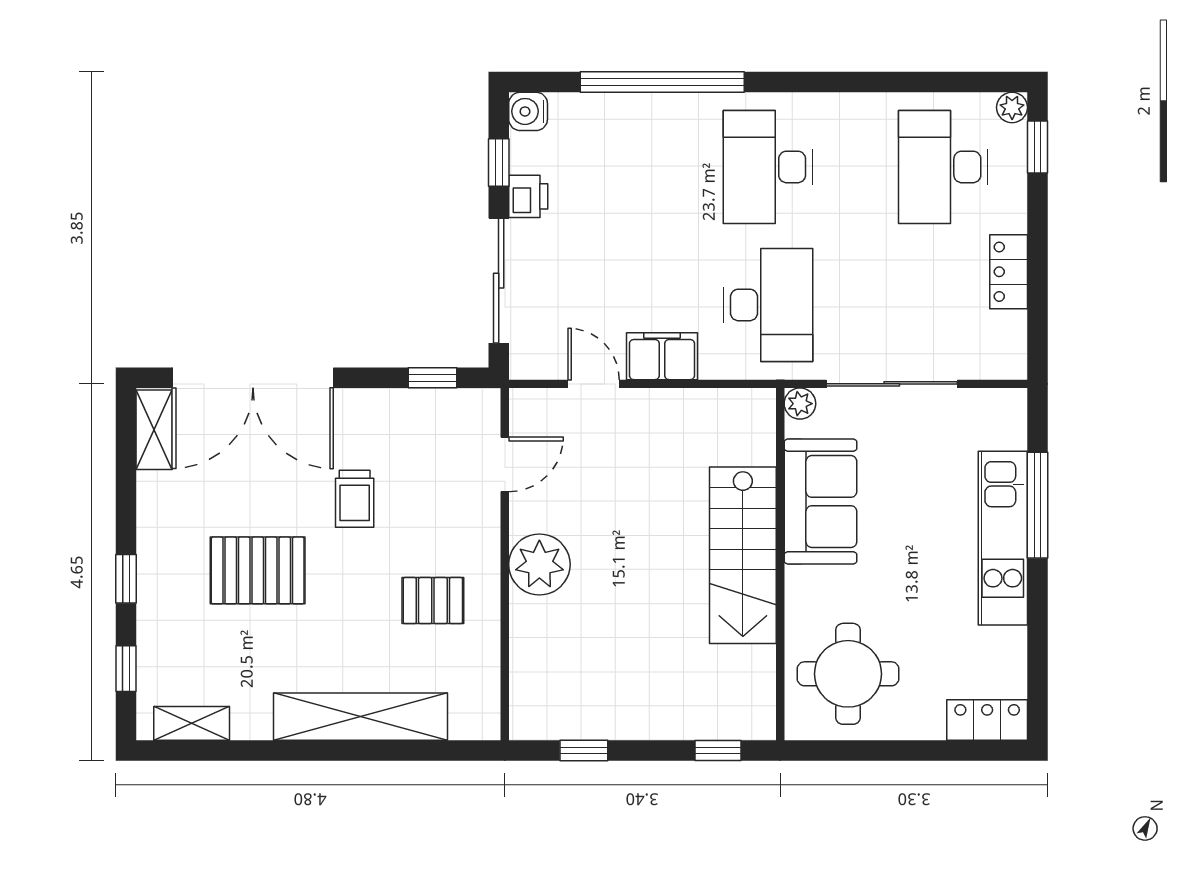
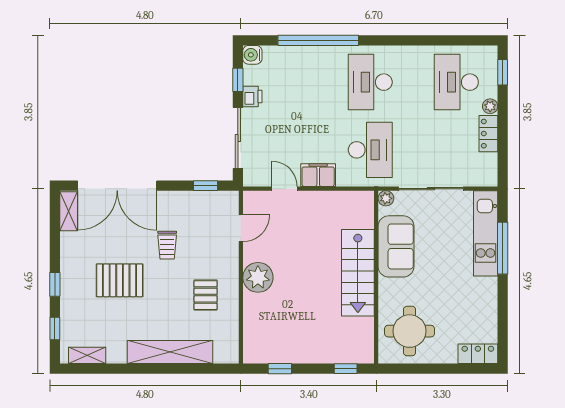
plant: (1012, 107) -> (490, 106), moved
kitchen unit: (1003, 538) -> (486, 233), moved
pallet: (433, 601) -> (206, 295), turned 90

